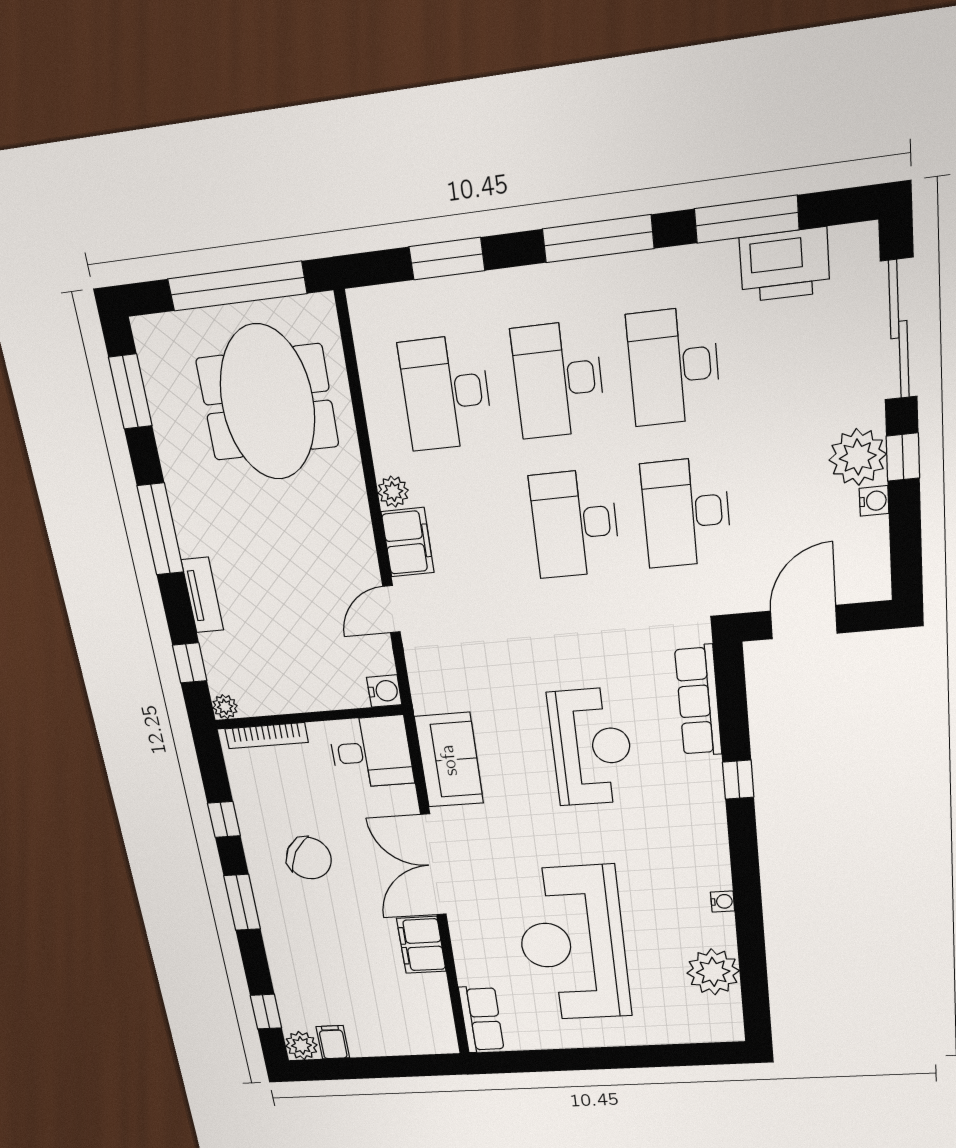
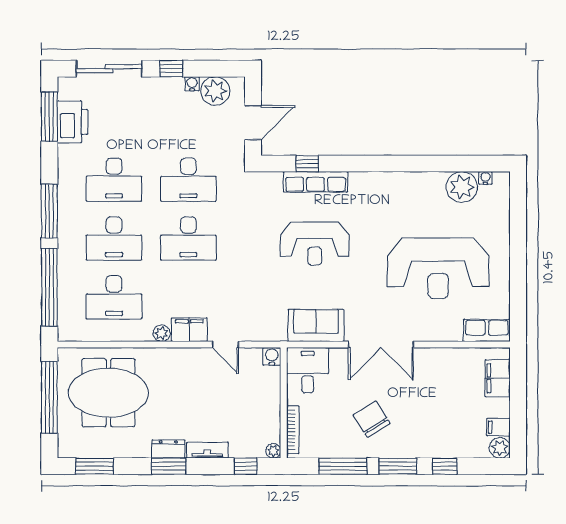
window: (747, 219) -> (49, 117), moved
window: (447, 259) -> (49, 287), width x2.11
plant: (858, 457) -> (215, 91), moved
dresser: (190, 526) -> (168, 449), added
window: (160, 529) -> (169, 466), width x0.69
door: (804, 622) -> (253, 123), swing flipped
row of seats: (698, 701) -> (316, 182), moved
reception desk: (591, 747) -> (315, 244), turned 180
window: (738, 780) -> (307, 164), moved
window: (224, 819) -> (343, 466), width x2.17
chair: (309, 858) -> (372, 419), turned -64
water cooler: (723, 901) -> (485, 178), moved
filing cabinet: (421, 945) -> (498, 378), moved, turned 90
window: (266, 1012) -> (445, 466), moved

